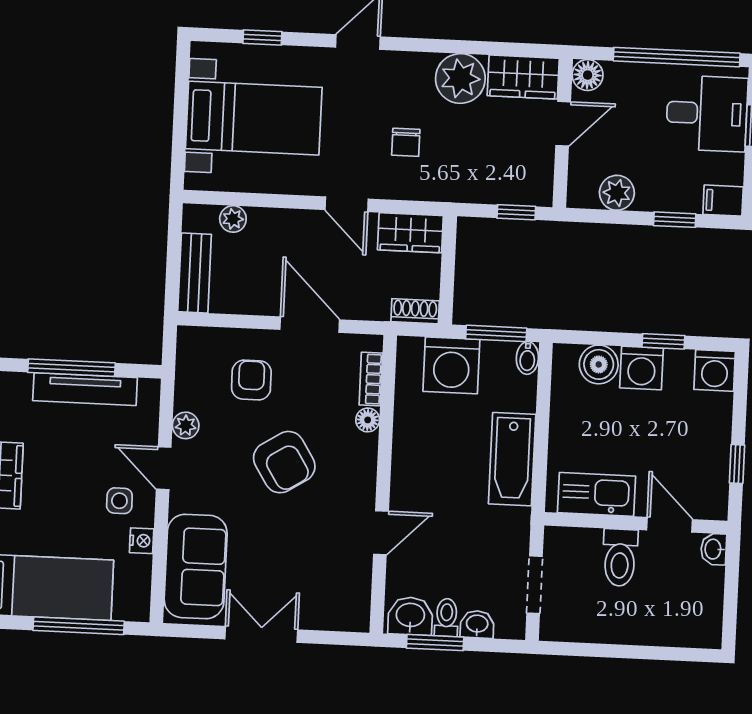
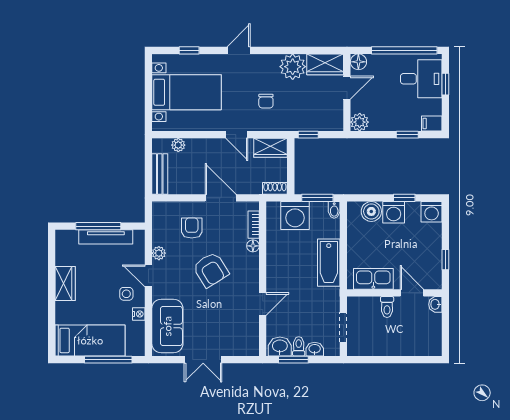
plant: (617, 193) -> (360, 122), moved
window: (516, 212) -> (308, 135), moved
toilet: (620, 558) -> (387, 307), width x0.73, depth x0.72
double door: (261, 634) -> (203, 360), swing flipped

